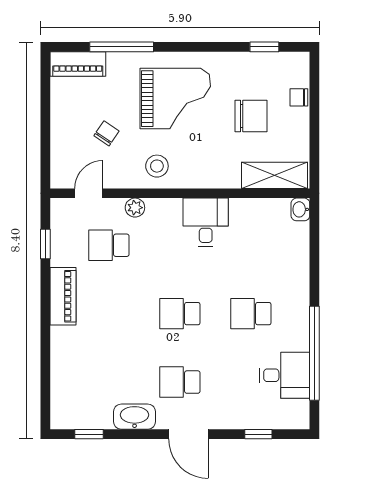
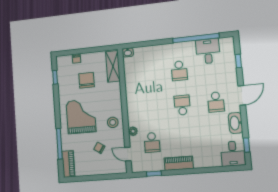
desk: (206, 222) -> (233, 154), moved, turned -90
school desk: (180, 314) -> (182, 105), turned 180

